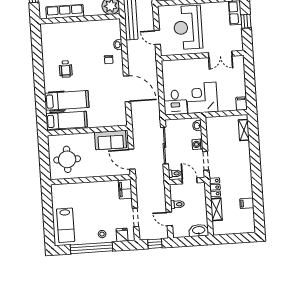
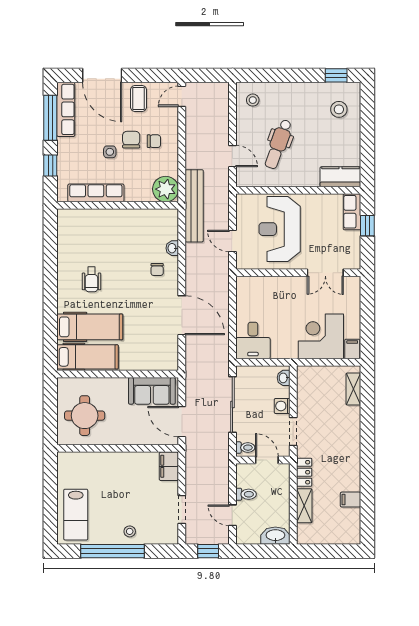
corner desk: (202, 98) -> (321, 336), moved
fridge: (122, 235) -> (160, 535), removed

